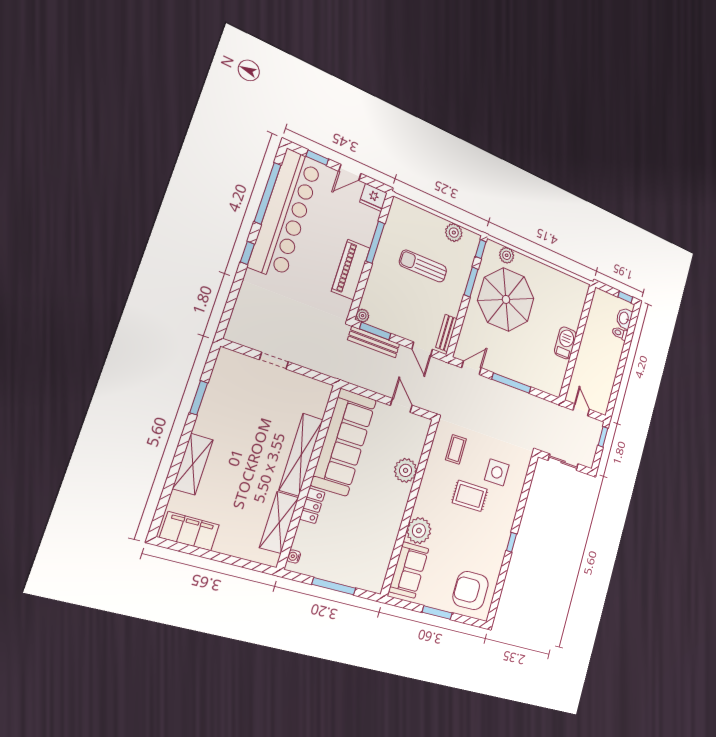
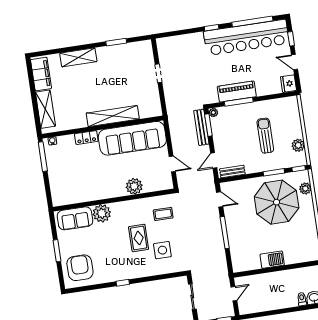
window: (375, 242) -> (239, 102), moved
door: (401, 405) -> (172, 164), hinge flipped
shelving: (279, 523) -> (45, 109), moved, turned 90
window: (334, 586) -> (43, 157), moved

